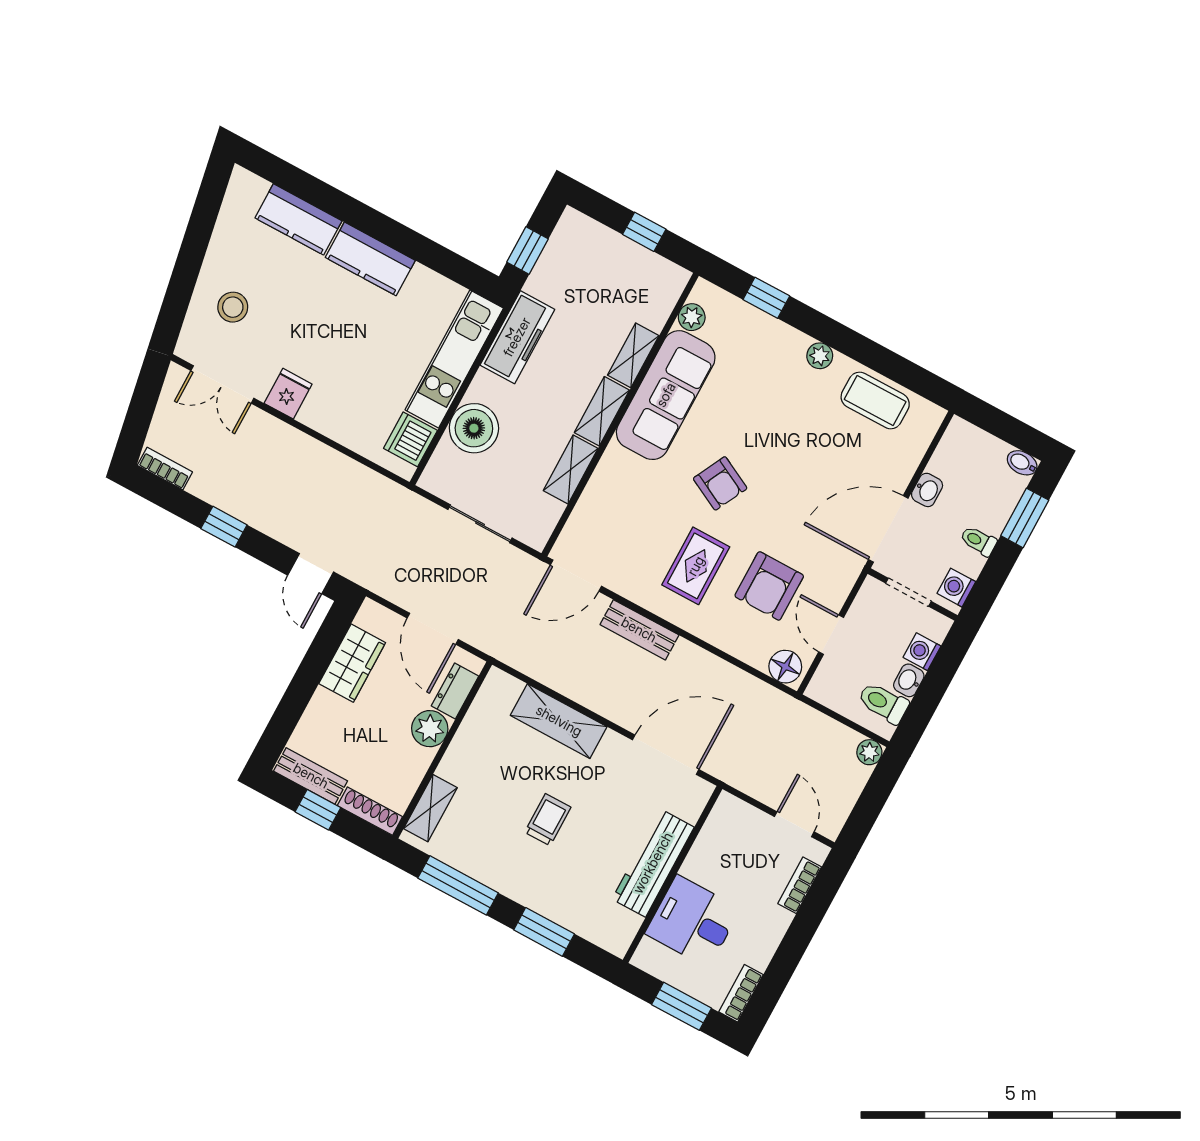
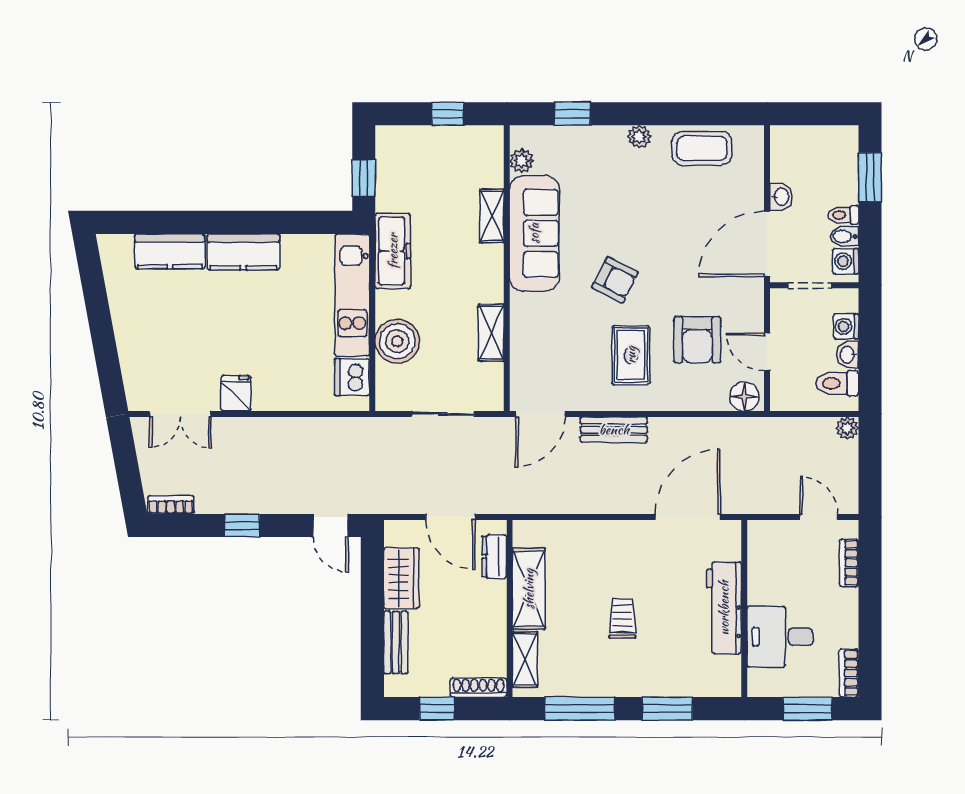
stool: (233, 307) -> (155, 349), removed
shelving: (602, 411) -> (491, 273), removed
bidet: (1022, 463) -> (844, 236), moved
shelving: (559, 721) -> (529, 589), moved, turned 90
plant: (430, 729) -> (491, 597), removed
bench: (311, 776) -> (396, 642), moved, turned 90

